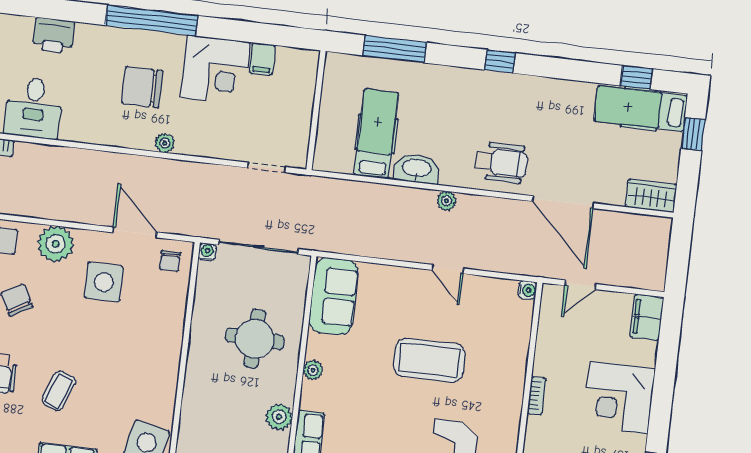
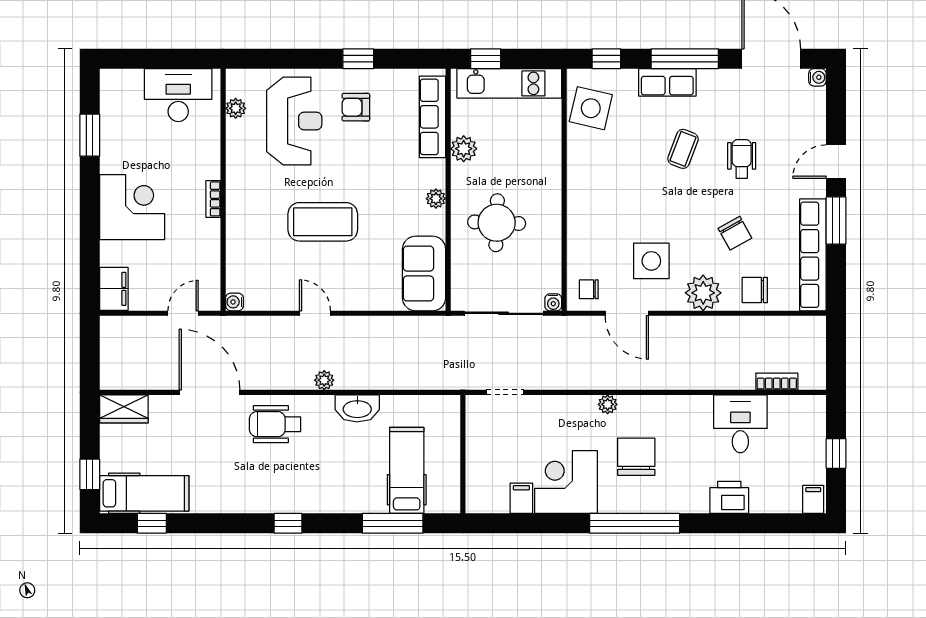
chair: (142, 87) -> (636, 457), turned -90
hospital bed: (376, 134) -> (407, 470), moved, turned 180
chair: (170, 261) -> (589, 289), turned -90

